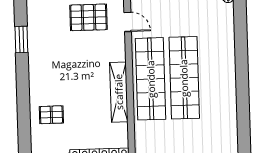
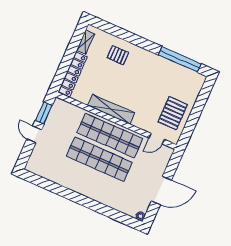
window: (21, 40) -> (180, 59), width x2.11
pallet: (51, 115) -> (118, 55), turned 90

